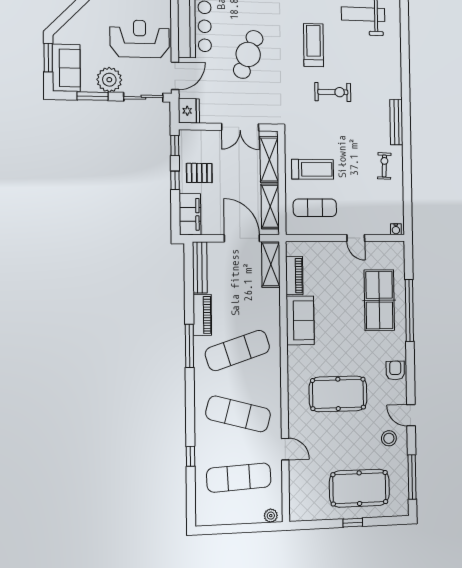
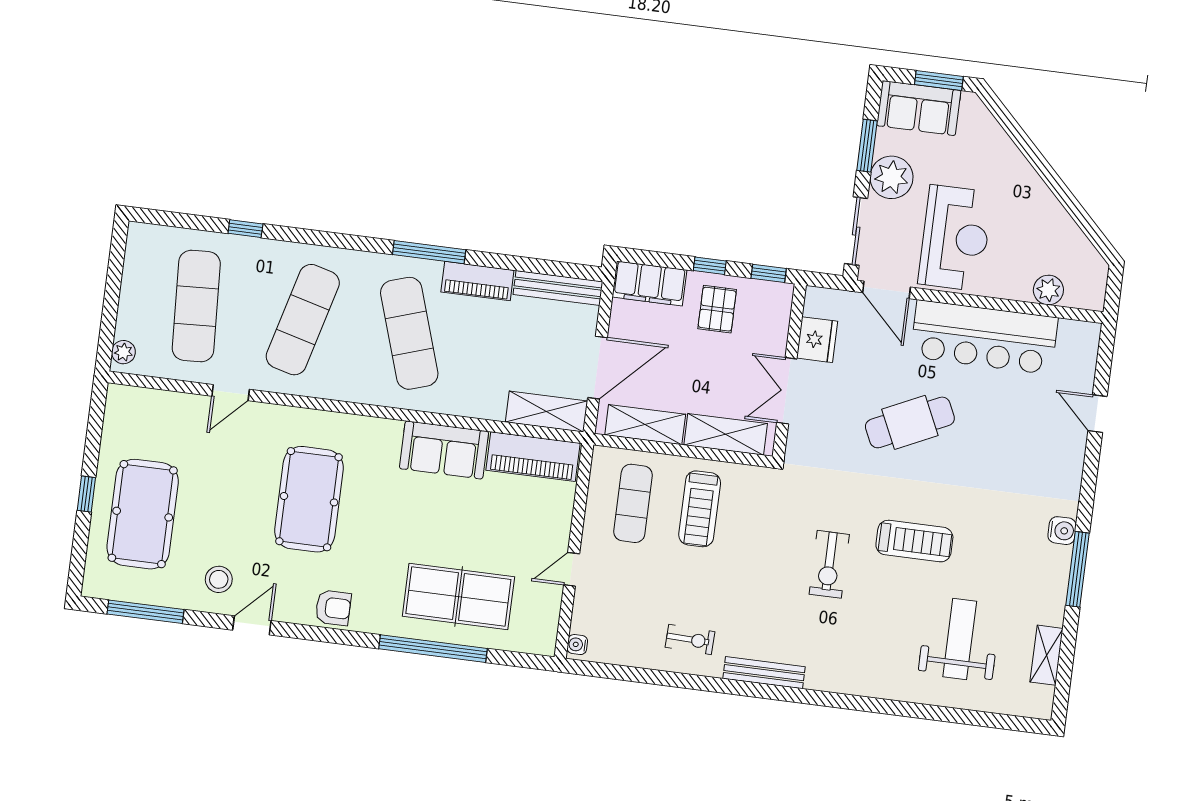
cafe table: (248, 54) -> (910, 422), turned -47
fridge: (189, 111) -> (817, 340), moved, turned -90
piano: (294, 276) -> (533, 457), width x1.37, depth x1.33

